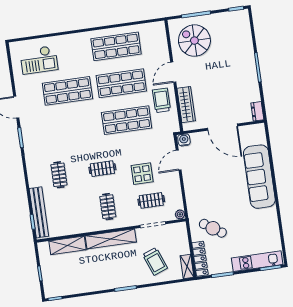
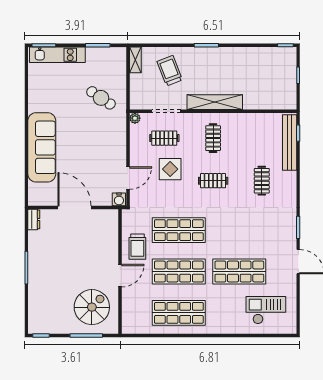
spiral stairs: (194, 41) -> (92, 307), turned -90
wardrobe: (186, 105) -> (111, 238), removed
shelving: (68, 245) -> (263, 102), removed
locker: (200, 259) -> (120, 66), removed

